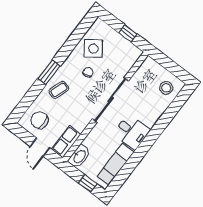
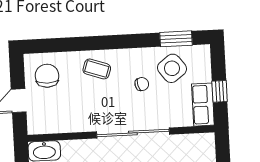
window: (49, 72) -> (176, 39), moved
row of seats: (66, 142) -> (203, 105), moved, turned -90

